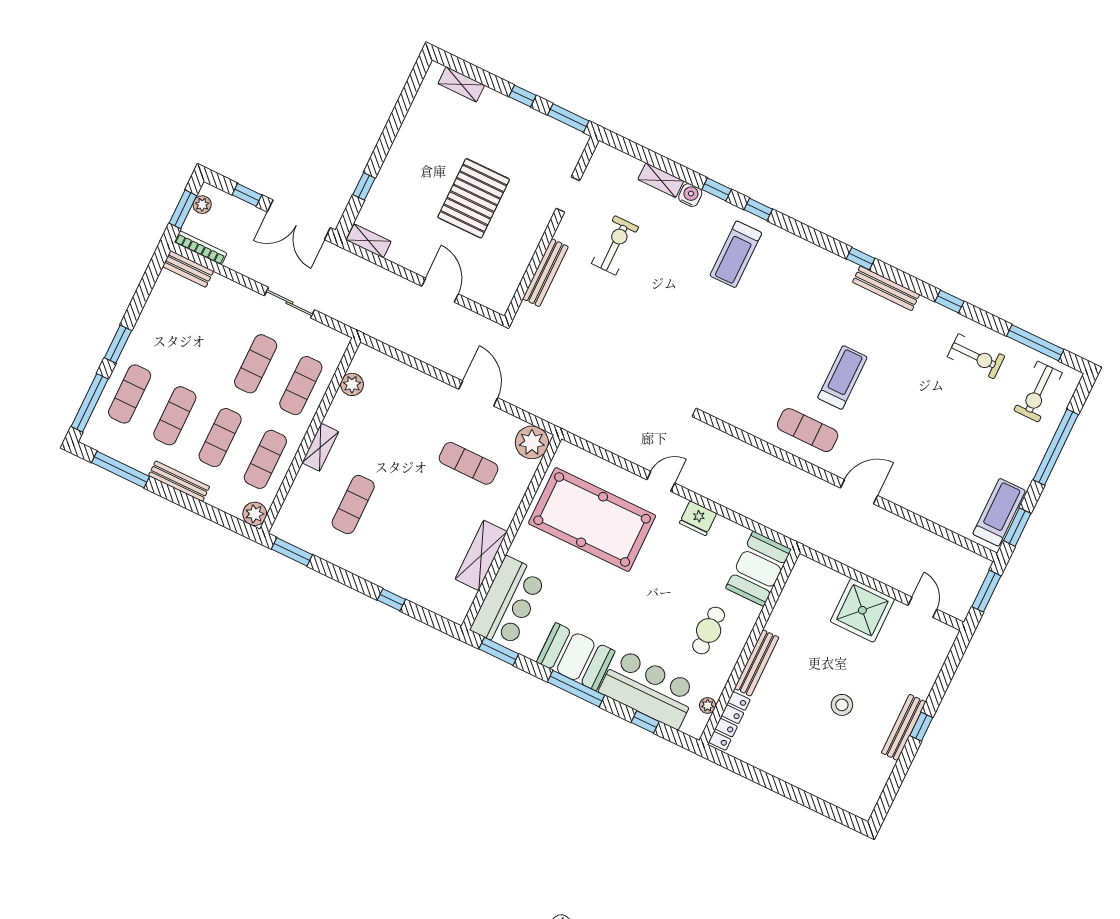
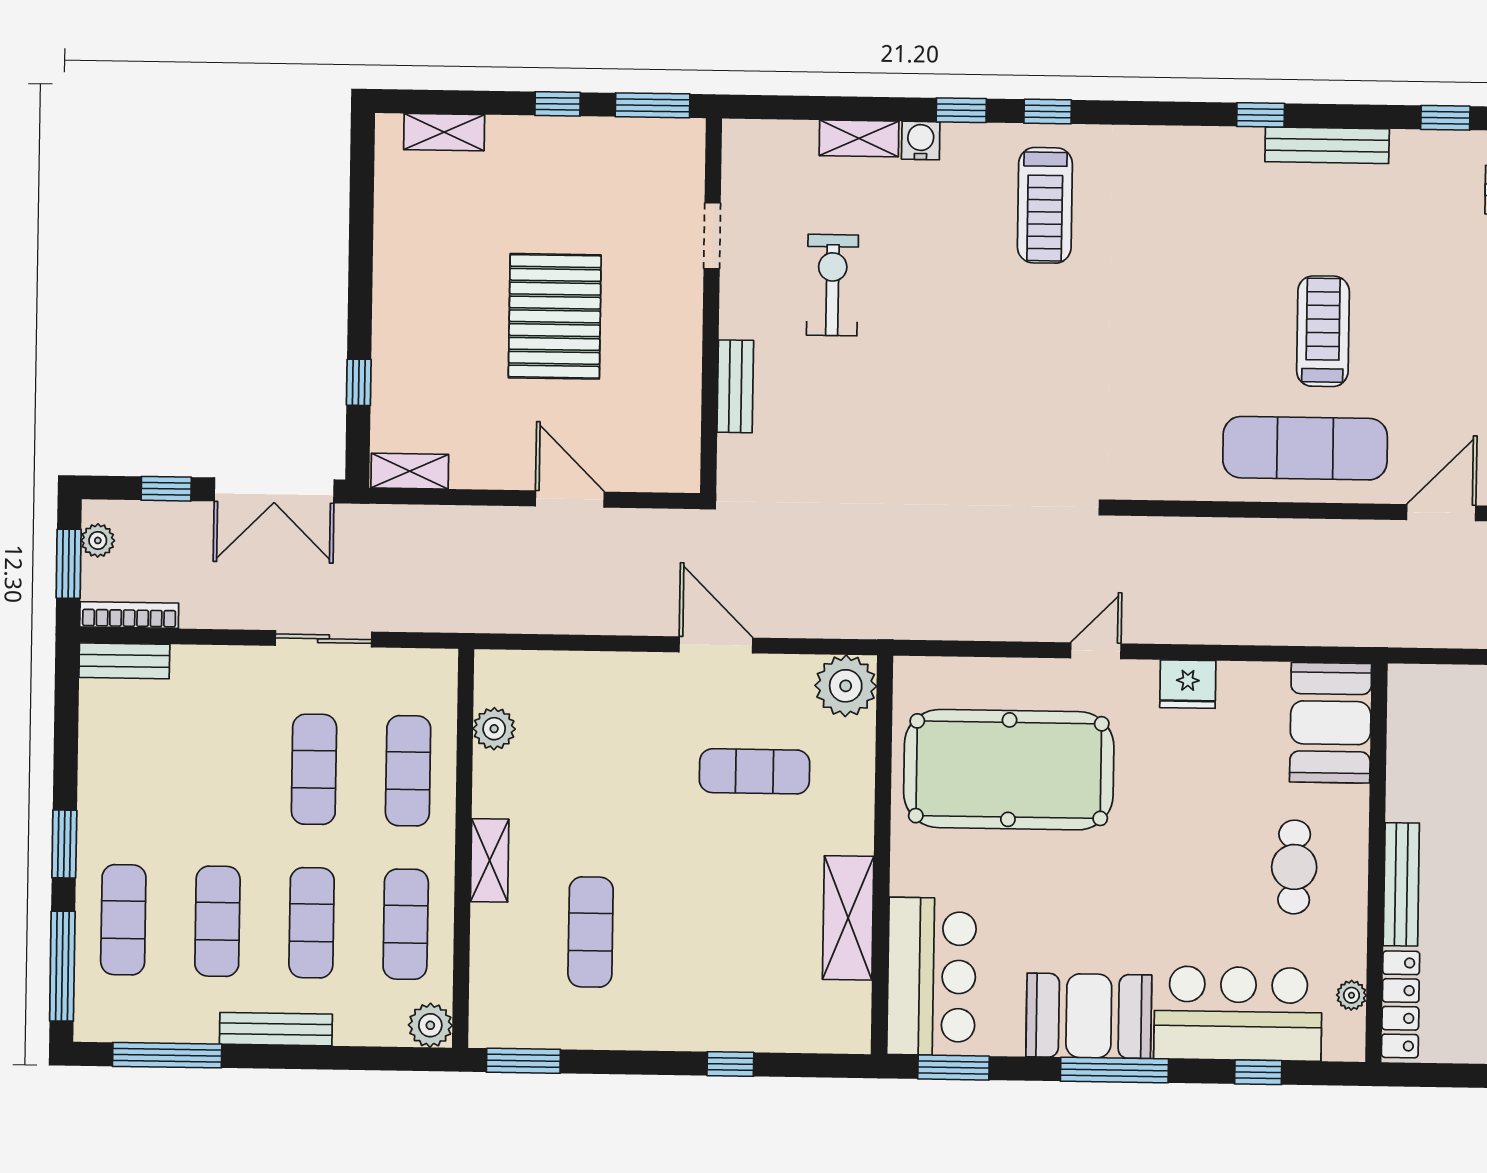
bench: (545, 273) -> (735, 386), width x0.73
exercise mat: (808, 430) -> (1305, 448), width x1.36, depth x1.45

